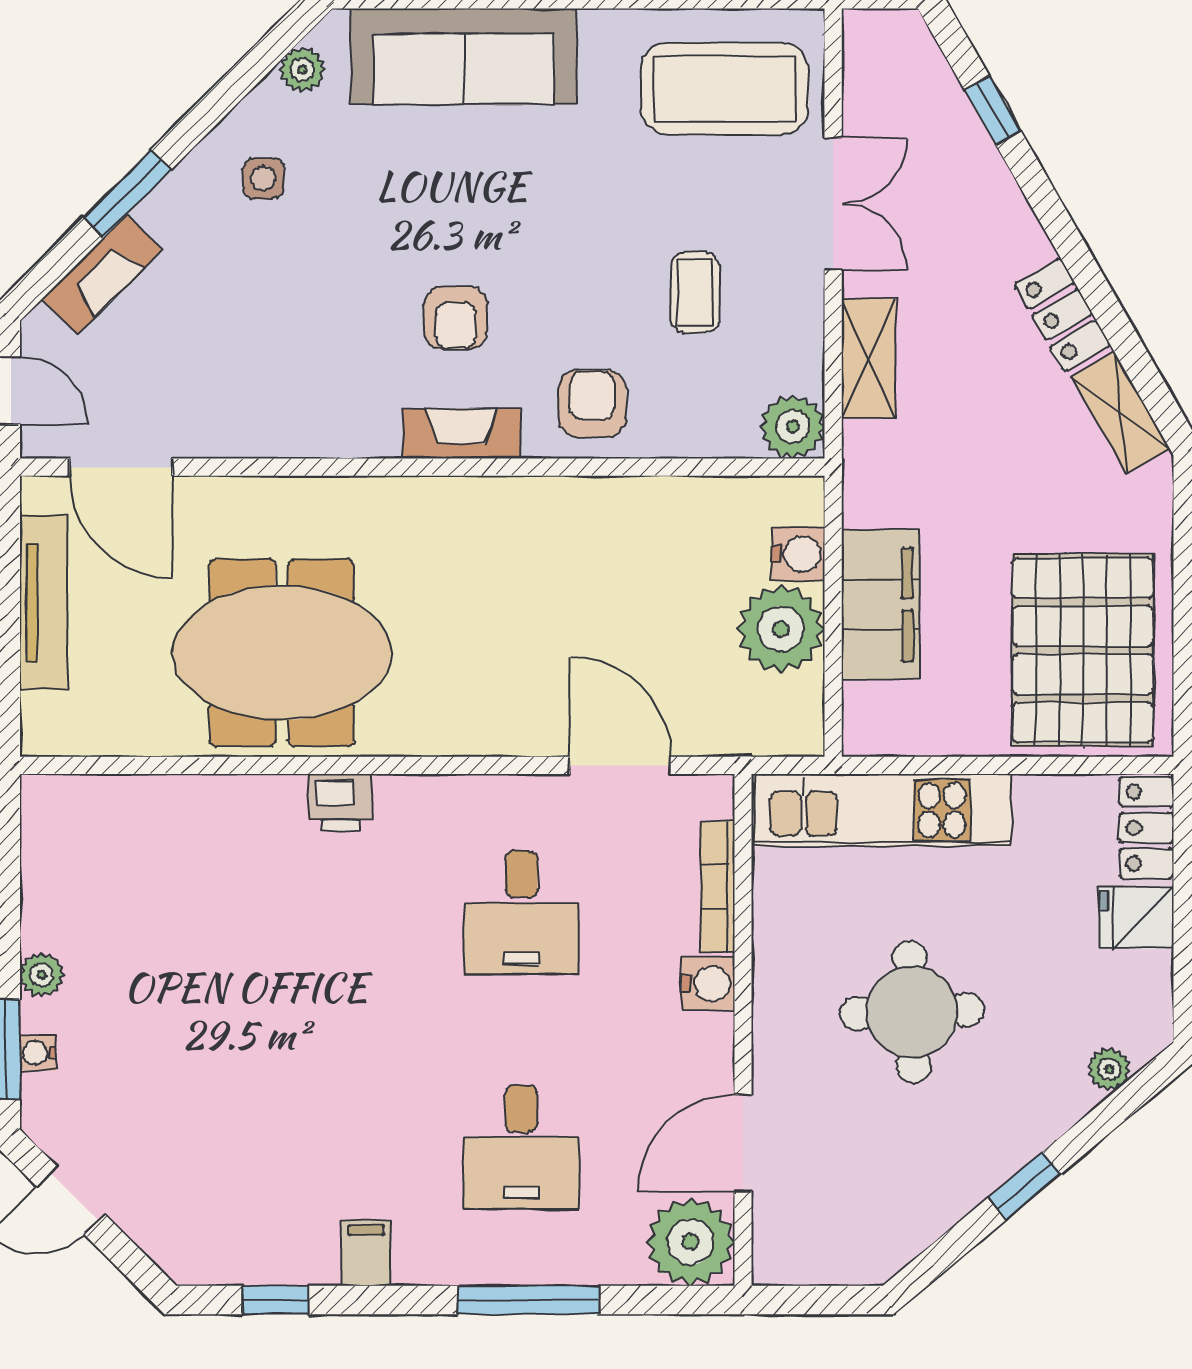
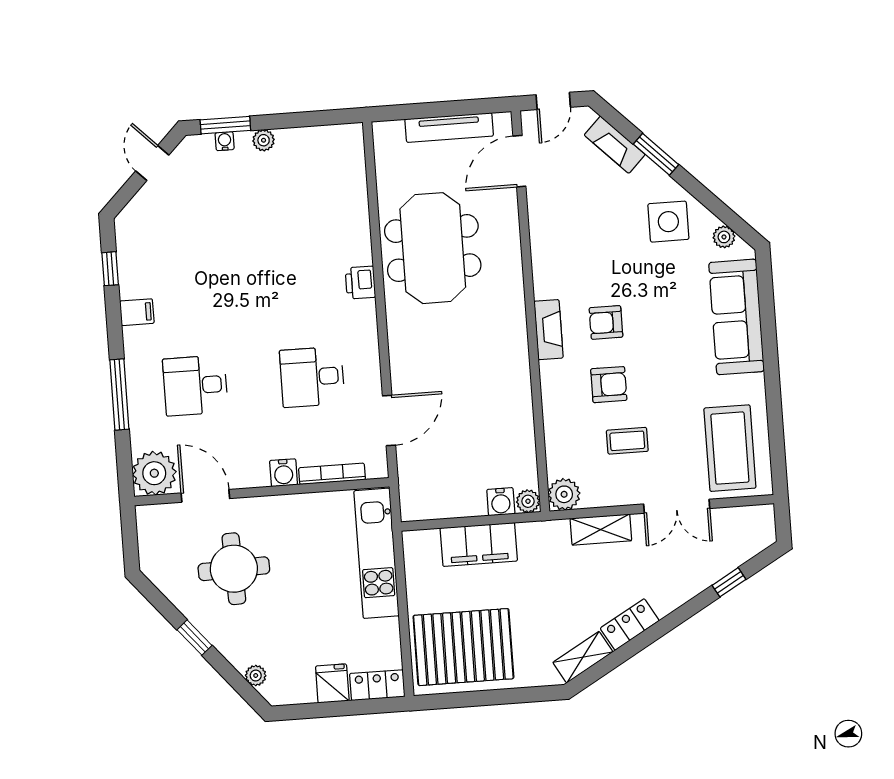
side table: (263, 178) -> (668, 222), width x1.87, depth x1.87
armchair: (592, 403) -> (609, 385), moved
plant: (781, 629) -> (528, 501), moved, width x0.53, depth x0.53
round table: (912, 1012) -> (234, 569), moved

